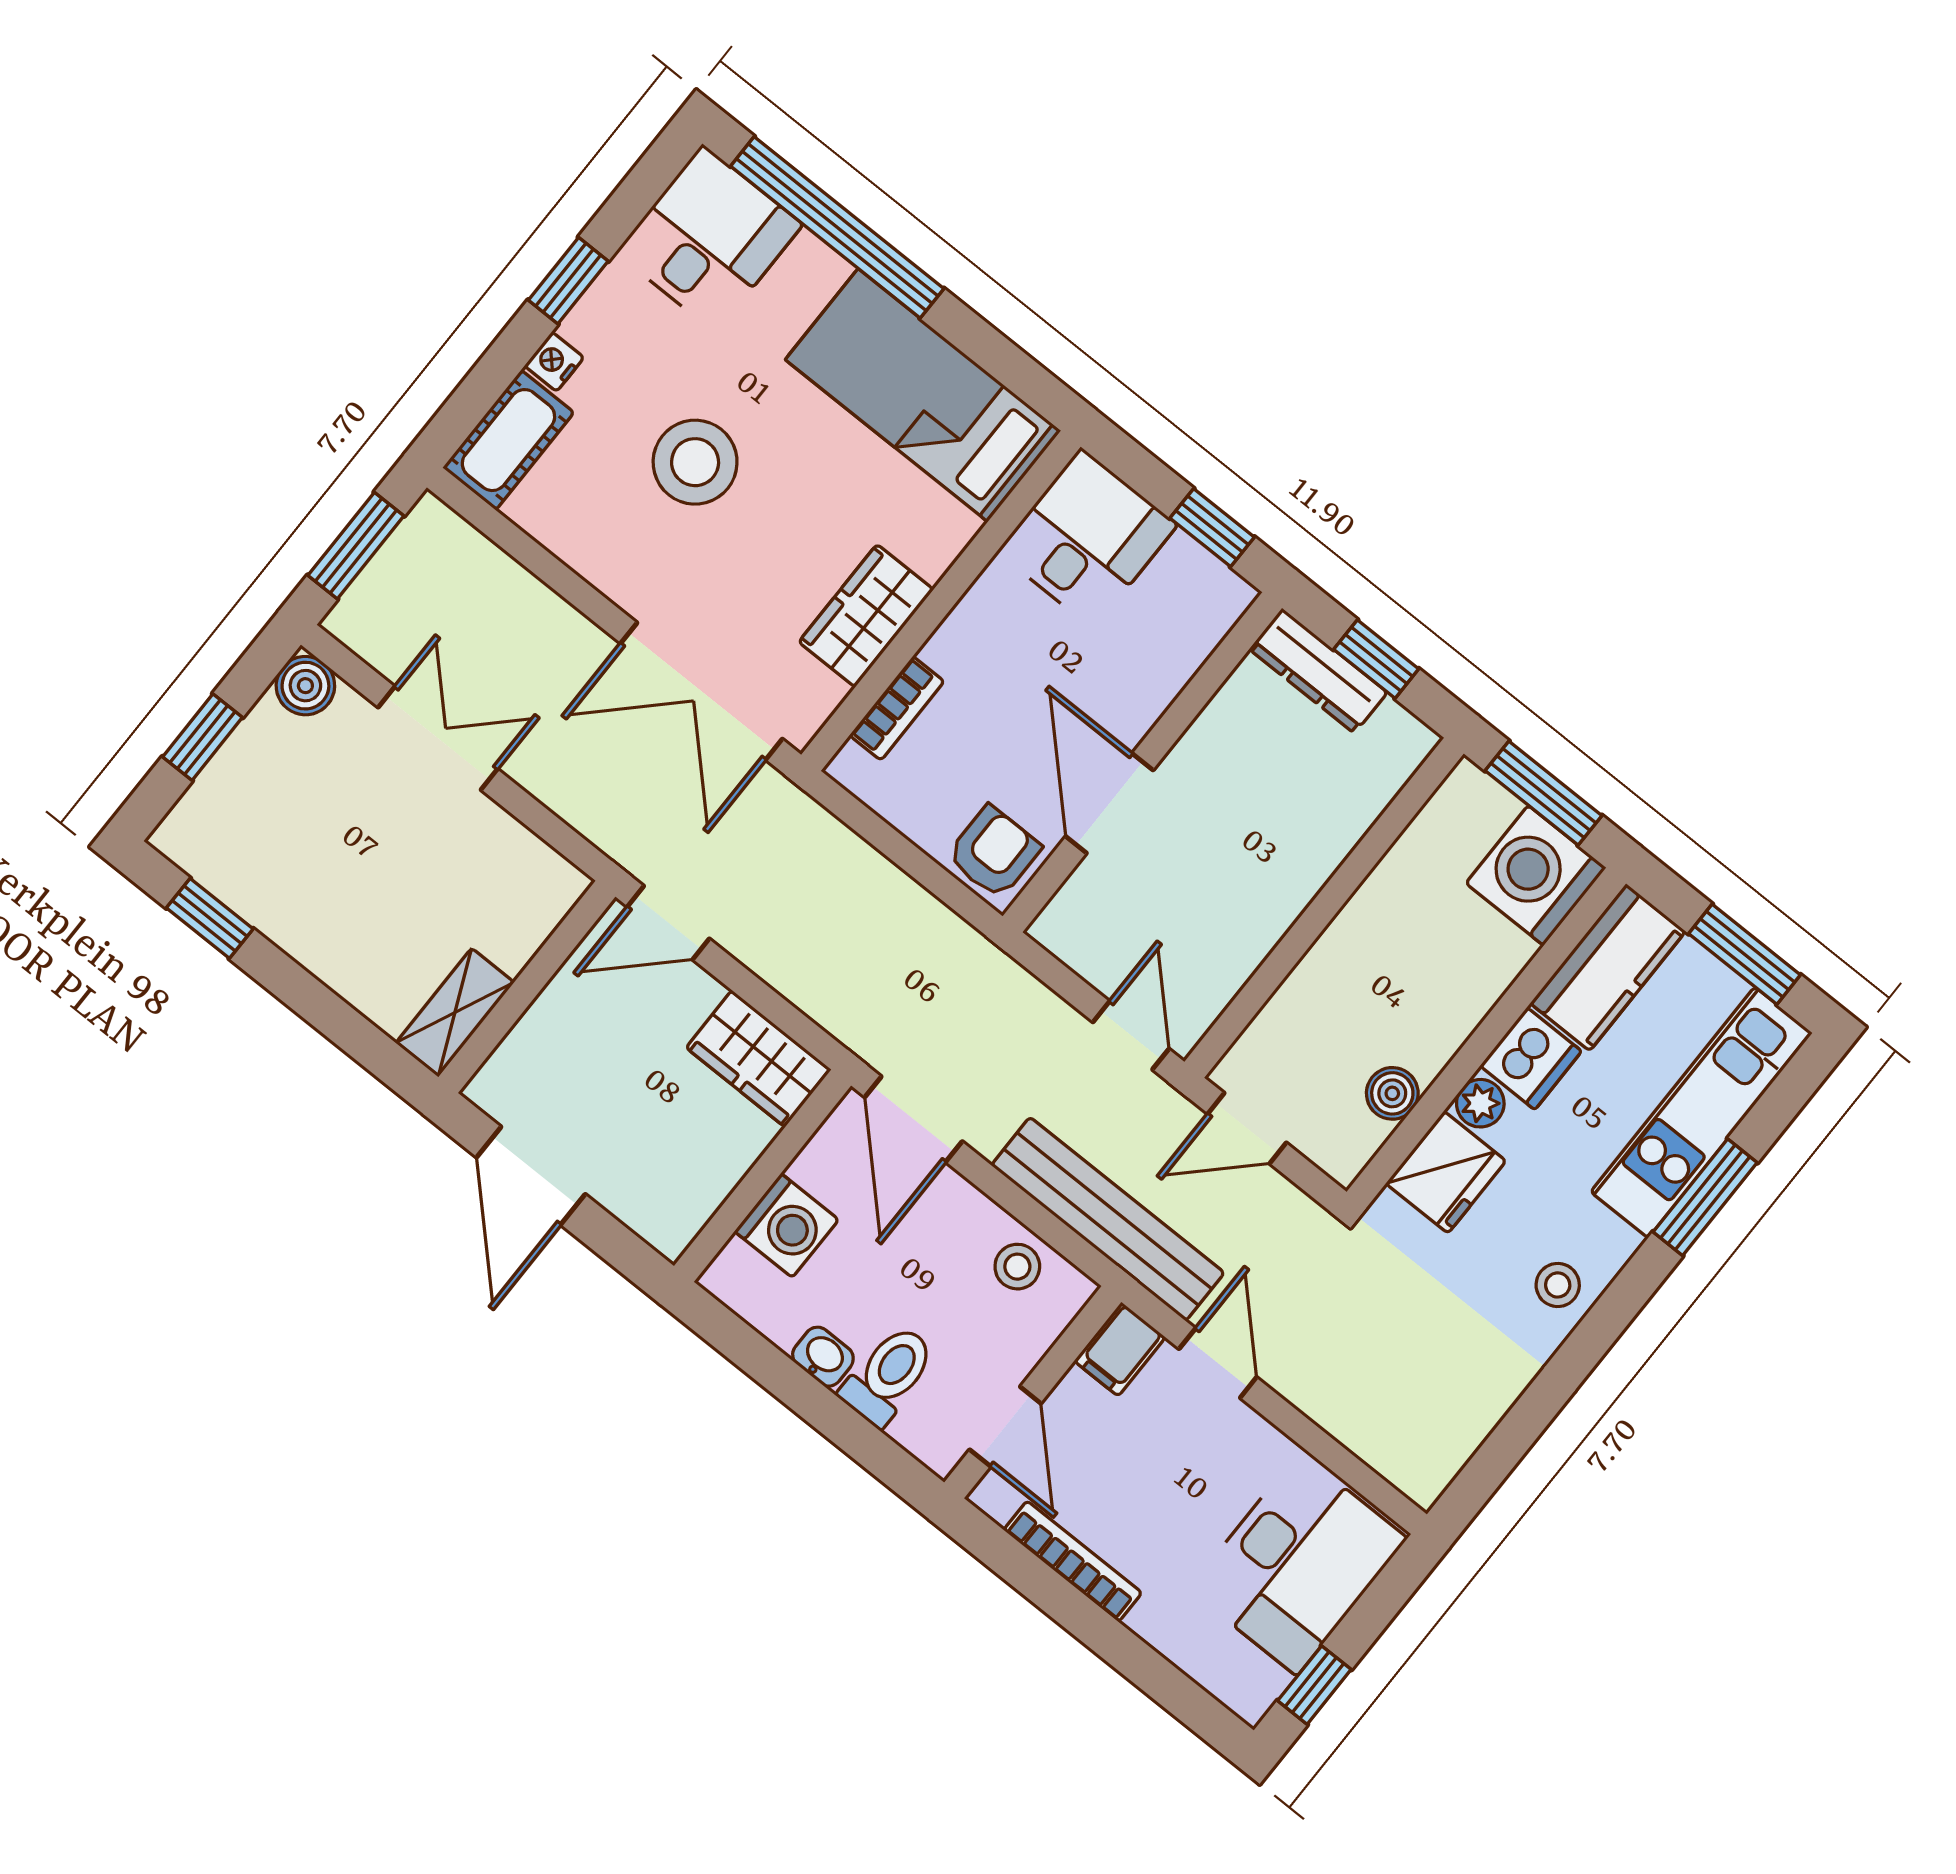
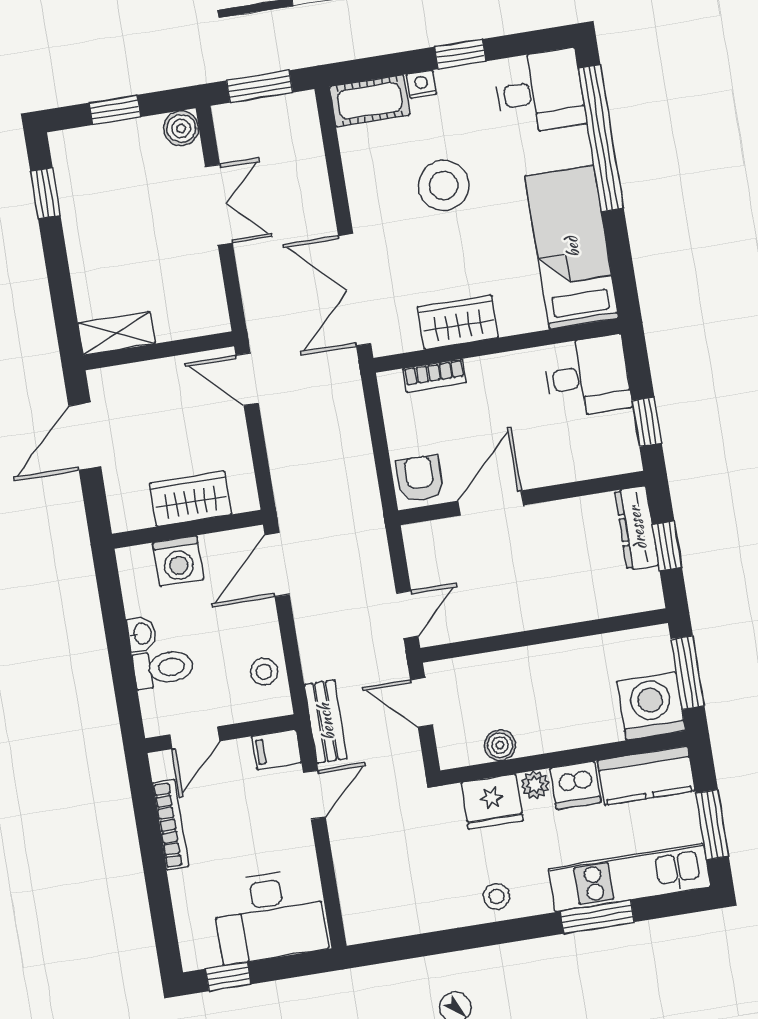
armchair: (994, 852) -> (420, 478), turned -90
wardrobe: (759, 1059) -> (190, 499), moved, turned 90
bench: (1108, 1219) -> (326, 722), width x0.54, depth x0.82

